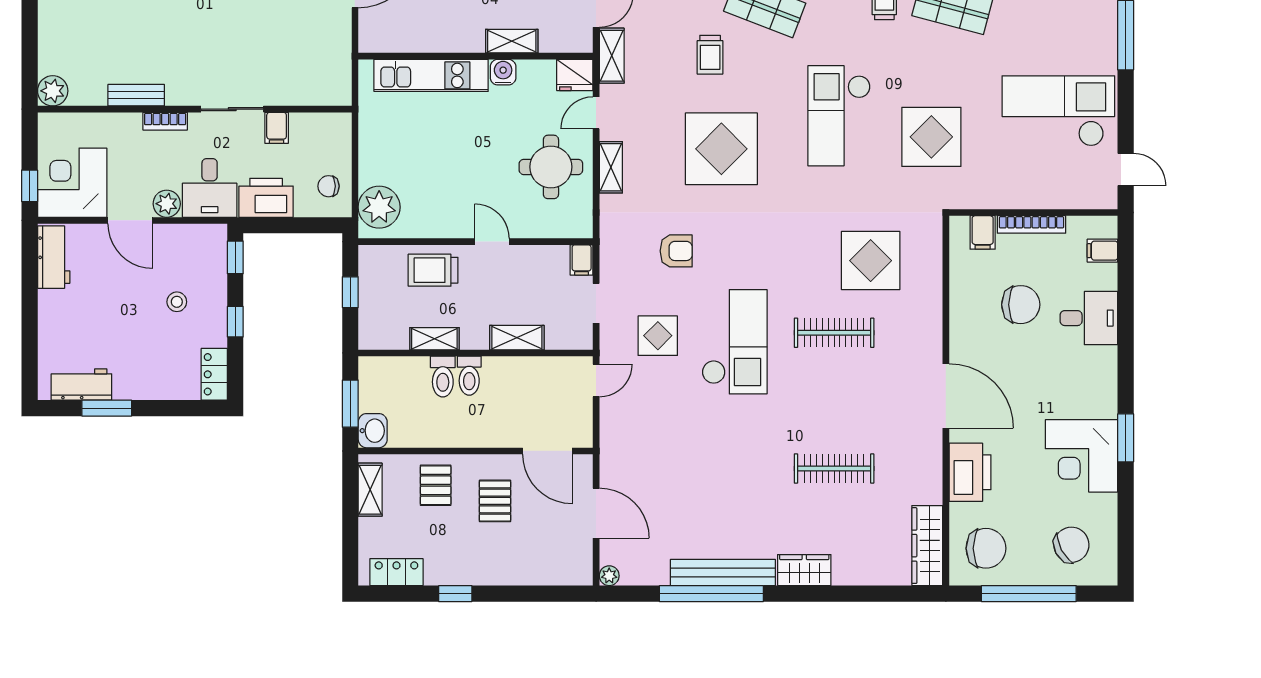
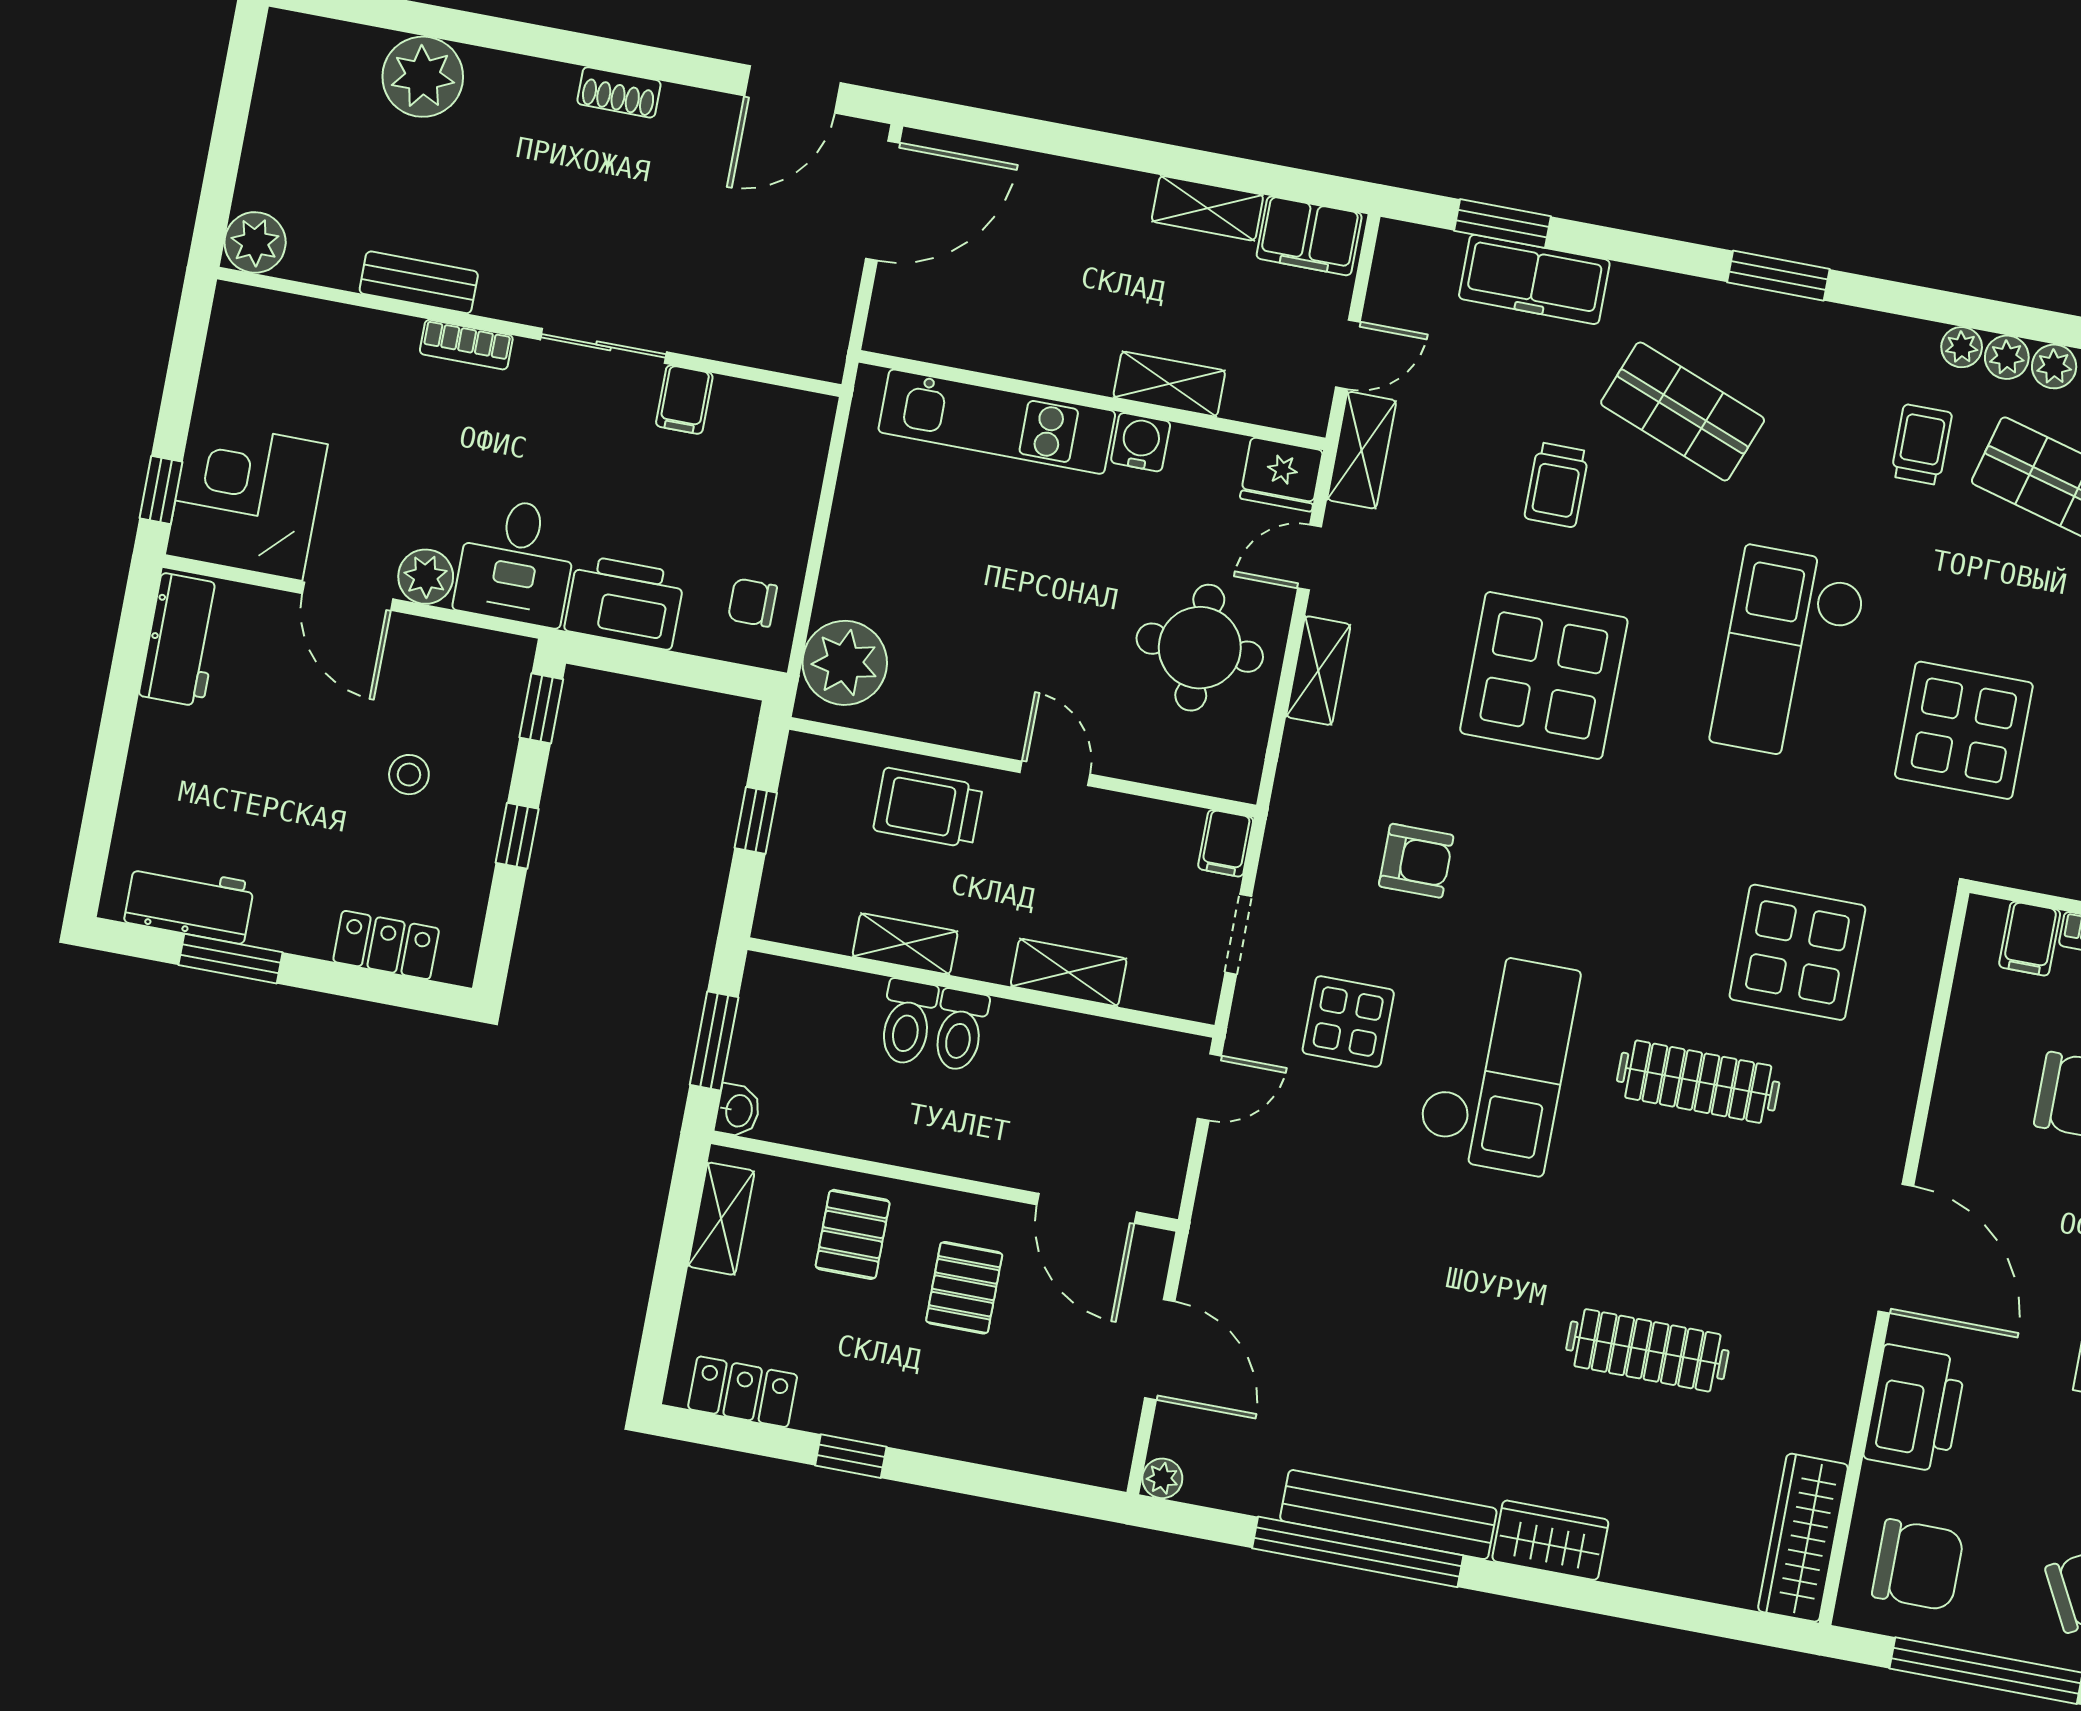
plant: (53, 91) -> (255, 242), moved
bench: (136, 95) -> (419, 282), moved
wall: (195, 109) -> (529, 332), moved
sliding door: (232, 109) -> (604, 346), moved
bookcase: (165, 121) -> (466, 345), moved
filing cabinet: (277, 128) -> (684, 400), moved
locker: (214, 374) -> (386, 945), moved, turned 90
washbasin: (373, 431) -> (738, 1111), width x0.72, depth x0.69

